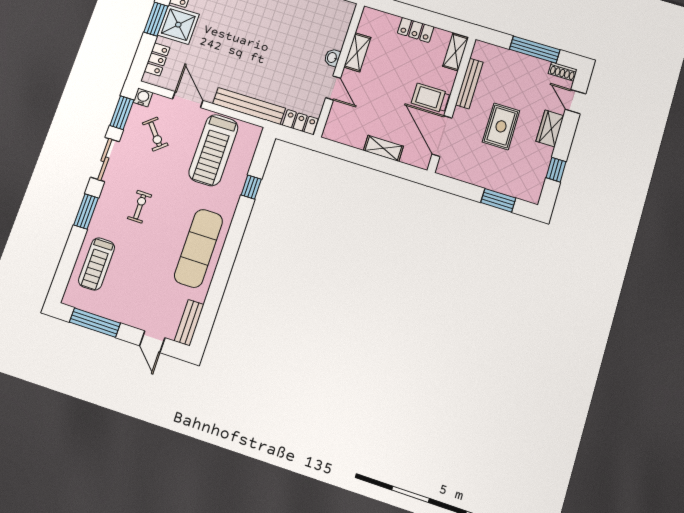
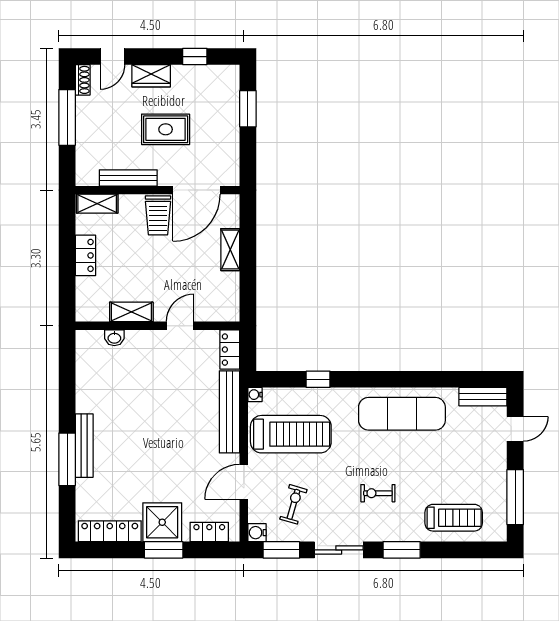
washbasin: (332, 58) -> (114, 338), moved
water cooler: (256, 131) -> (255, 395), added
exercise bike: (155, 134) -> (293, 504), turned -34

